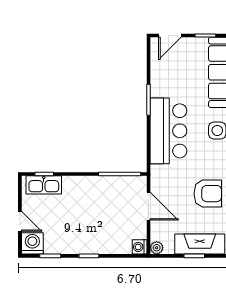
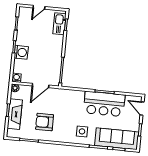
bar counter: (168, 131) -> (104, 104), moved
armchair: (208, 194) -> (45, 122), turned 90
washing machine: (32, 243) -> (21, 52), moved

